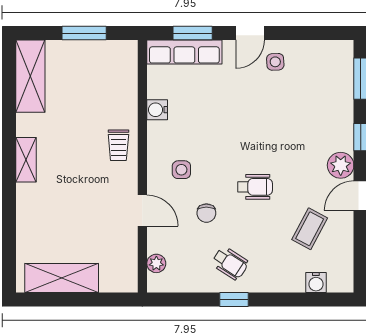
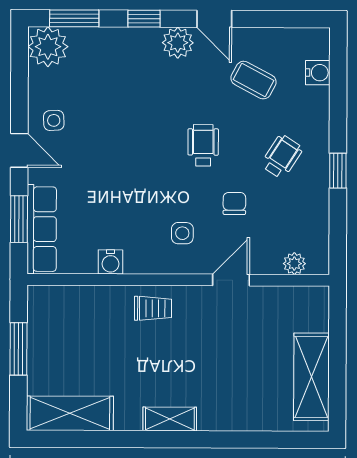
plant: (337, 57) -> (48, 47), added
chair: (206, 213) -> (234, 203), turned -90
wheelchair: (230, 263) -> (282, 157), moved

